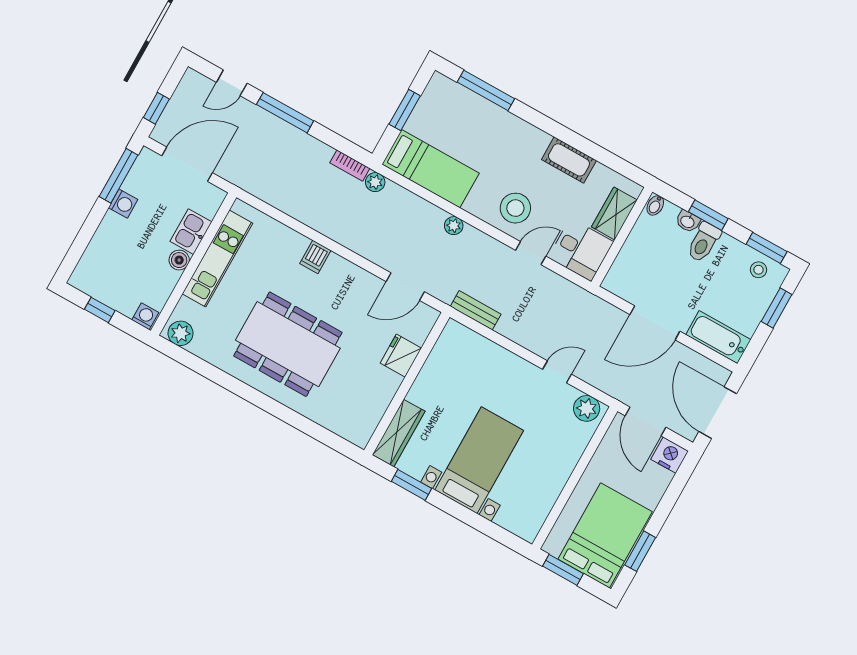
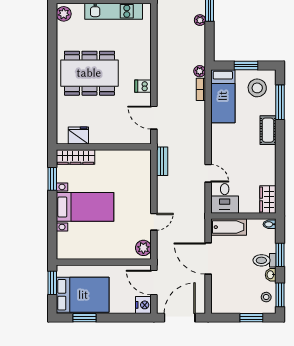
cot: (569, 160) -> (268, 130), moved
bookcase: (350, 165) -> (201, 89), moved
stool: (515, 208) -> (257, 88), moved
wardrobe: (614, 213) -> (268, 199), moved, turned -90
washbasin: (688, 221) -> (271, 275), moved
plant: (454, 226) -> (200, 20), moved
dishwasher: (315, 257) -> (143, 86), moved
bathtub: (718, 337) -> (229, 227), moved, turned 90
dining table: (288, 344) -> (89, 73), turned 90
fridge: (401, 356) -> (78, 135), moved
door: (557, 372) -> (154, 222), hinge flipped
door: (645, 421) -> (154, 282), hinge flipped

